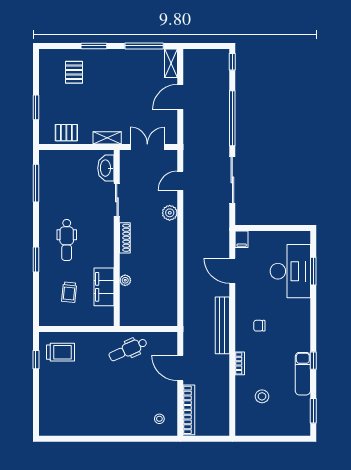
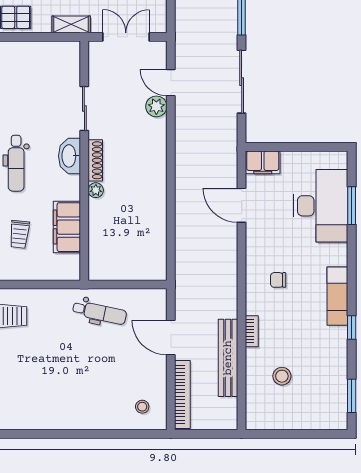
washbasin: (106, 168) -> (69, 156), moved
door: (180, 181) -> (171, 83), hinge flipped
plant: (170, 213) -> (156, 106), moved
filing cabinet: (242, 239) -> (263, 162), width x2.00
plant: (125, 280) -> (96, 190), moved
bench: (222, 325) -> (228, 358), moved
dental chair: (128, 350) -> (99, 313), turned -144
exam couch: (303, 374) -> (337, 296), moved

